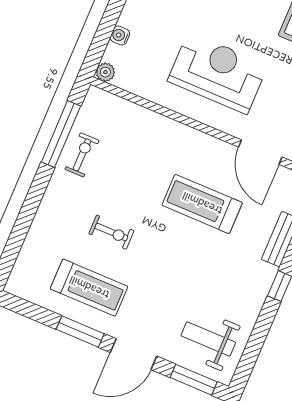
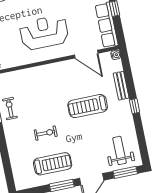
treadmill: (202, 204) -> (88, 106), moved
weight bench: (208, 339) -> (120, 150), turned 90

